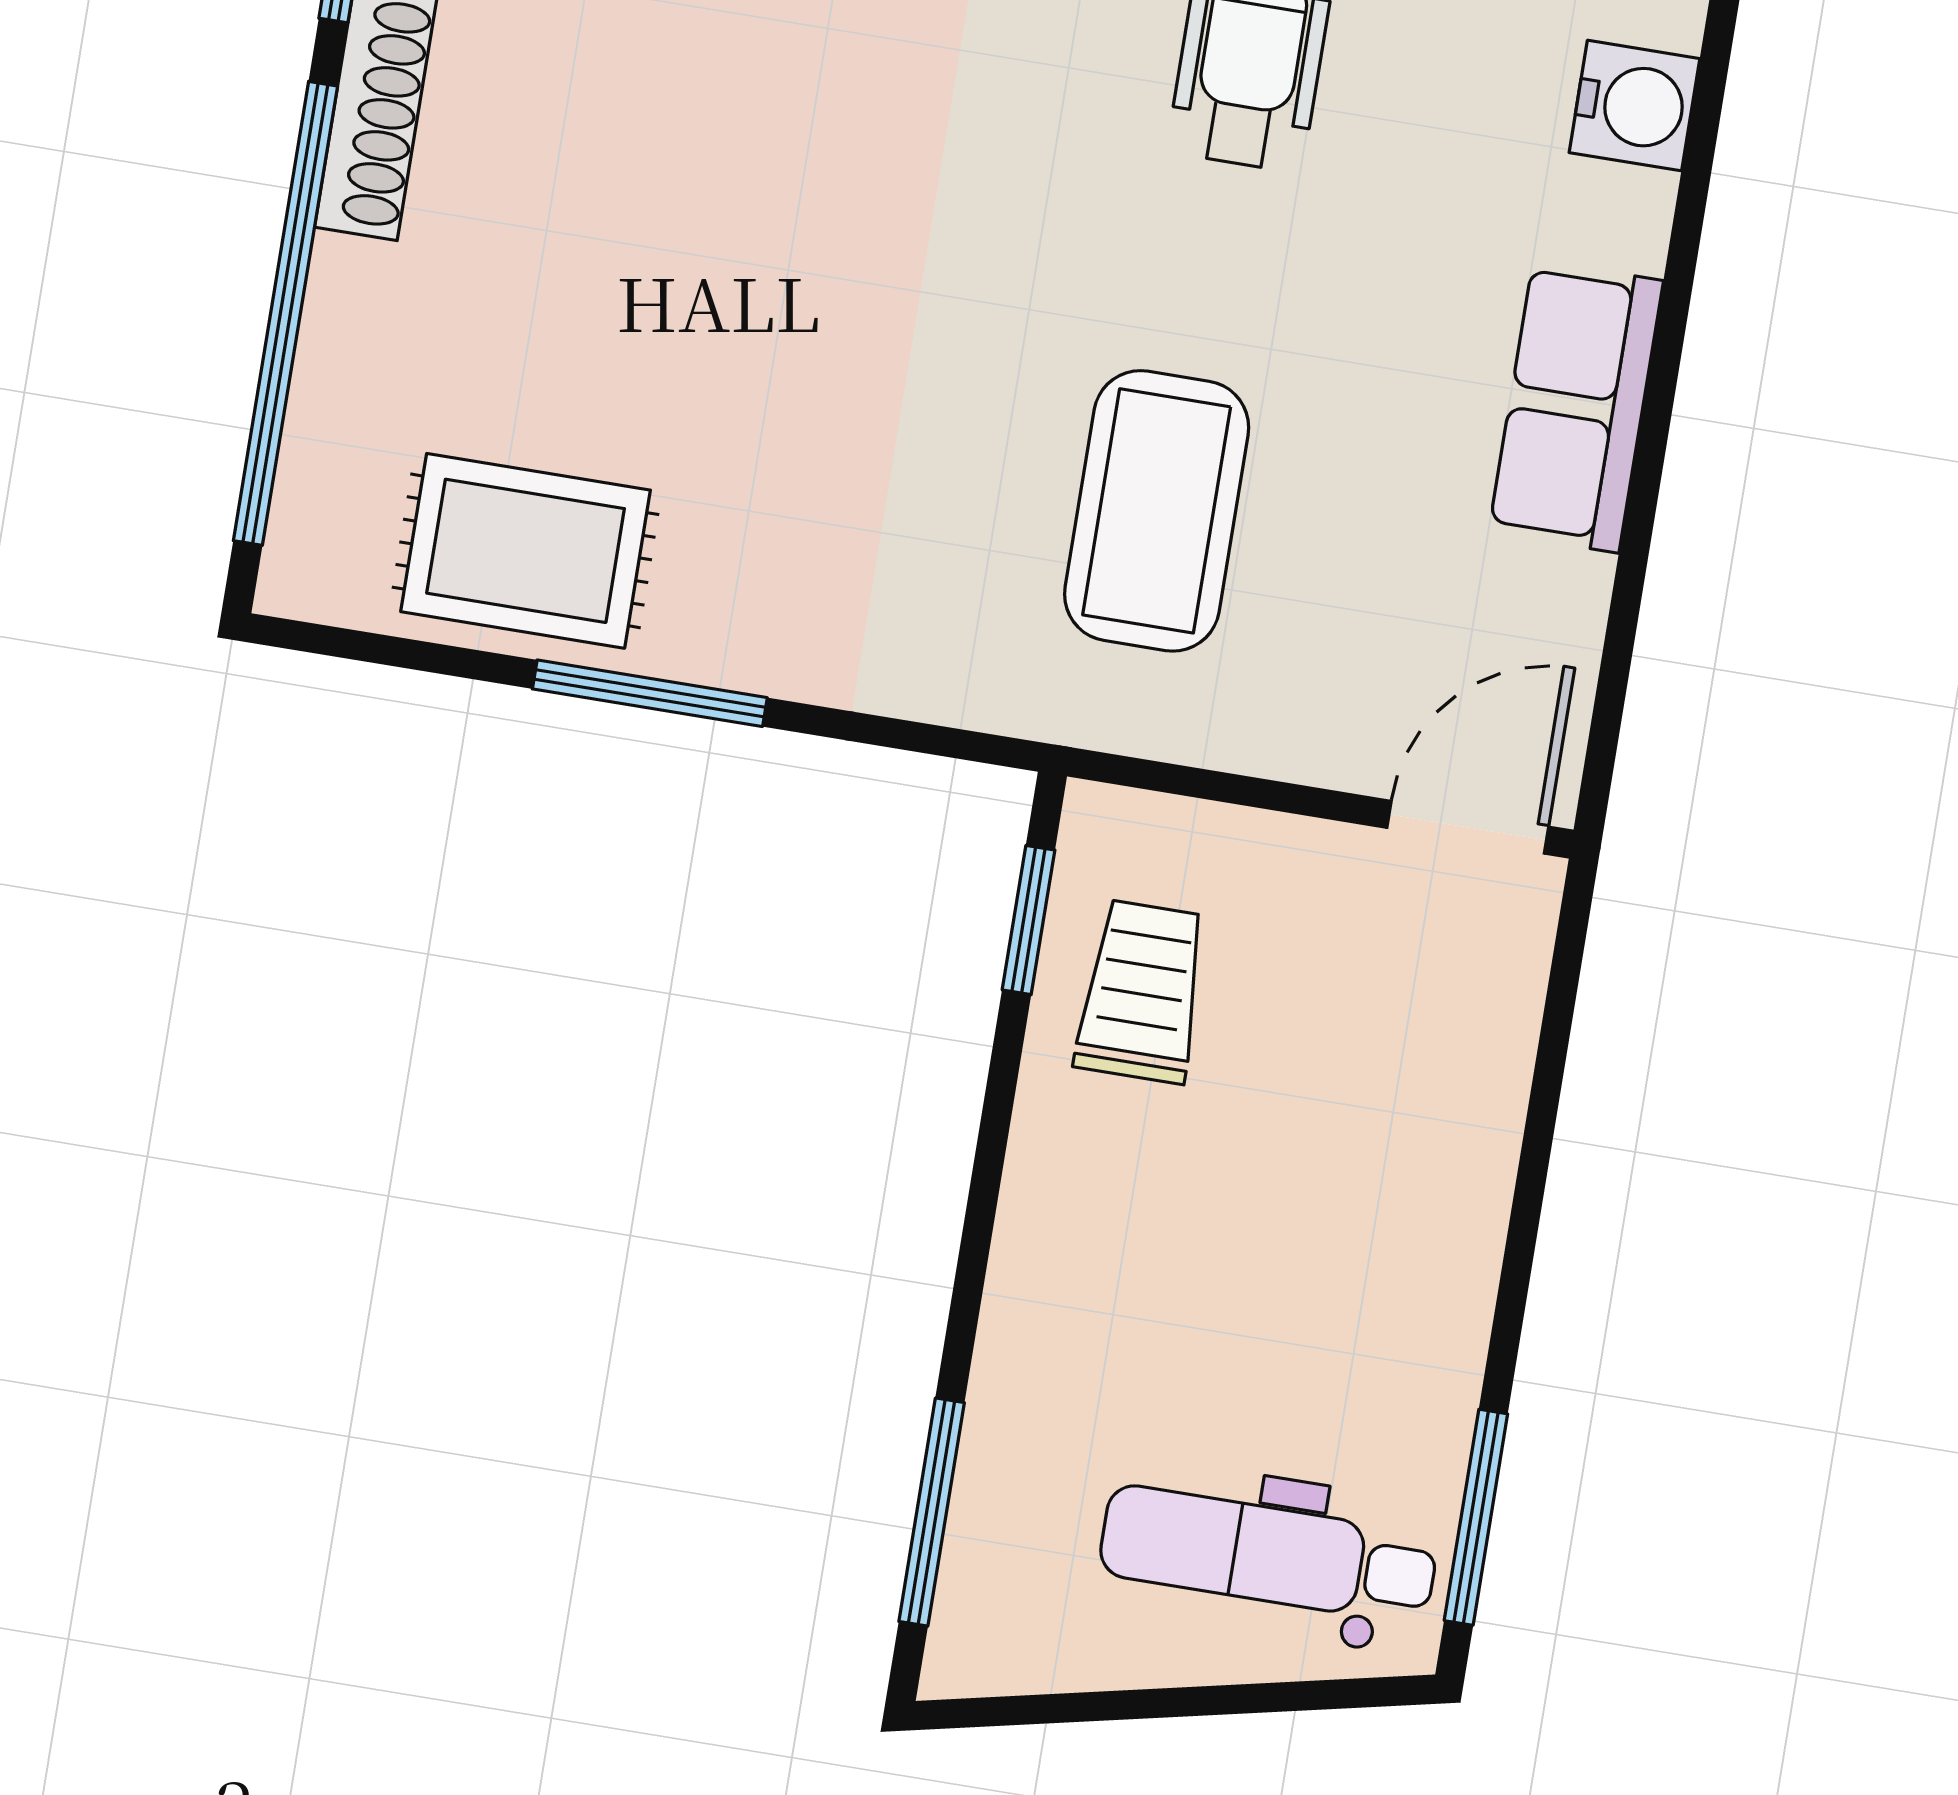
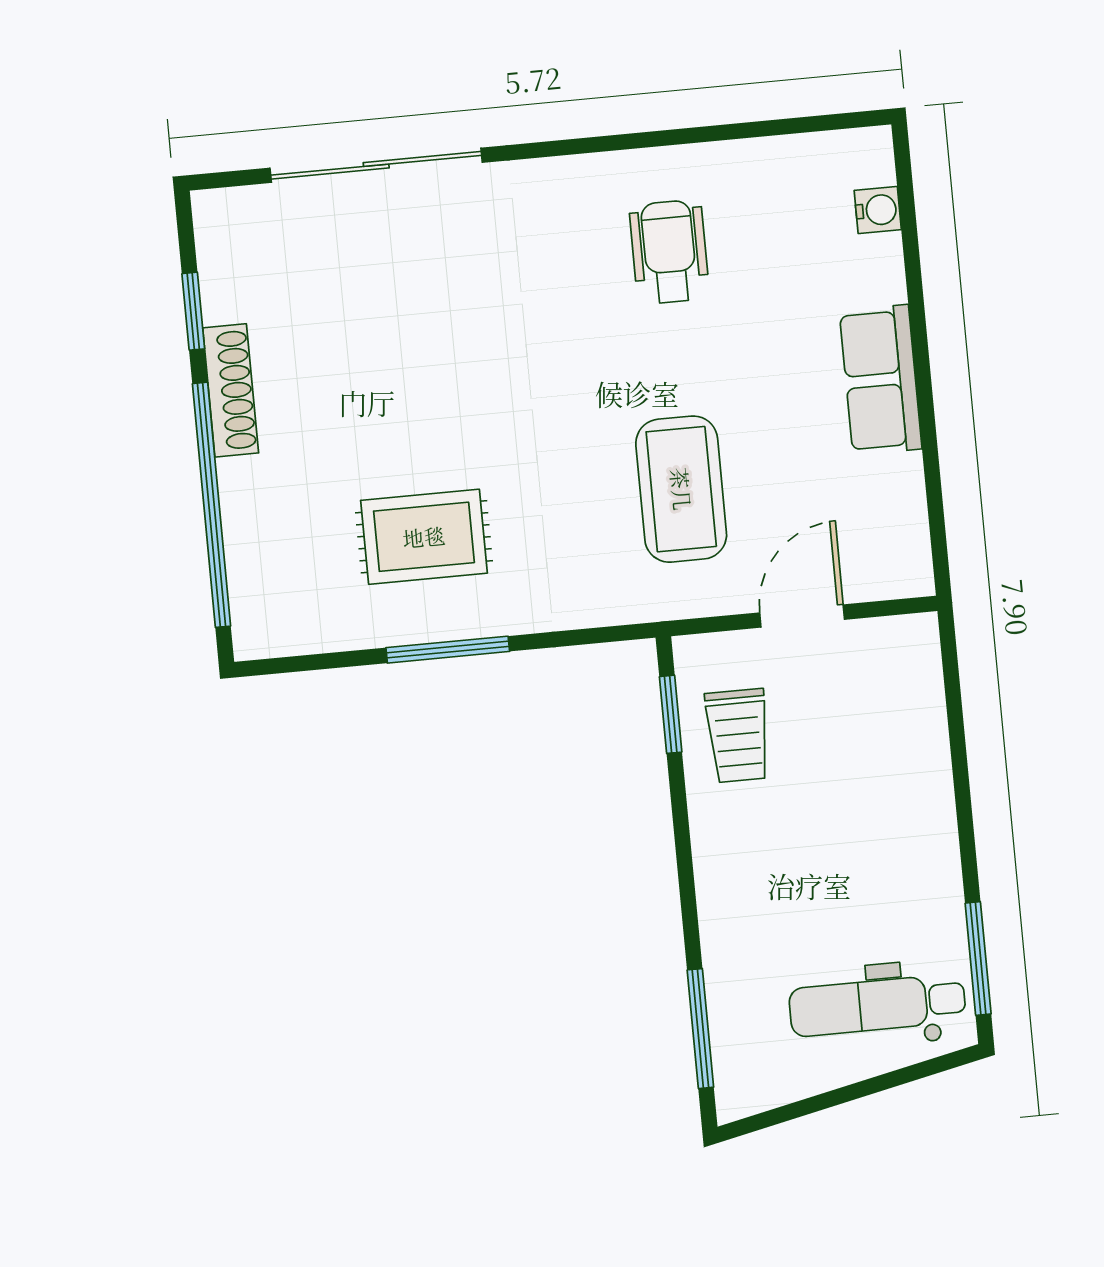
water cooler: (1635, 106) -> (878, 210), width x0.72, depth x0.72
rug: (526, 551) -> (424, 537), moved
door: (1468, 827) -> (802, 616), moved
trolley: (1142, 992) -> (738, 736), turned 180

